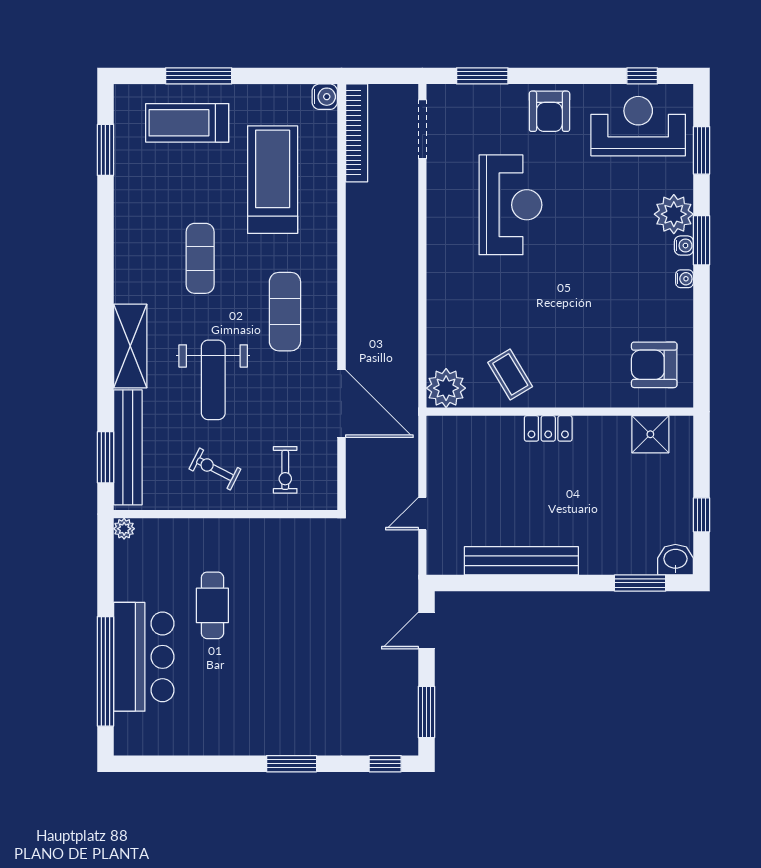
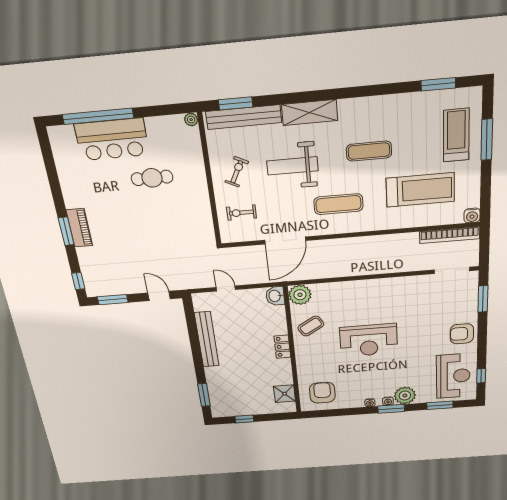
reception desk: (510, 205) -> (369, 340), moved
washbasin: (675, 560) -> (275, 296), moved, turned 180
piano: (287, 740) -> (79, 228), added

